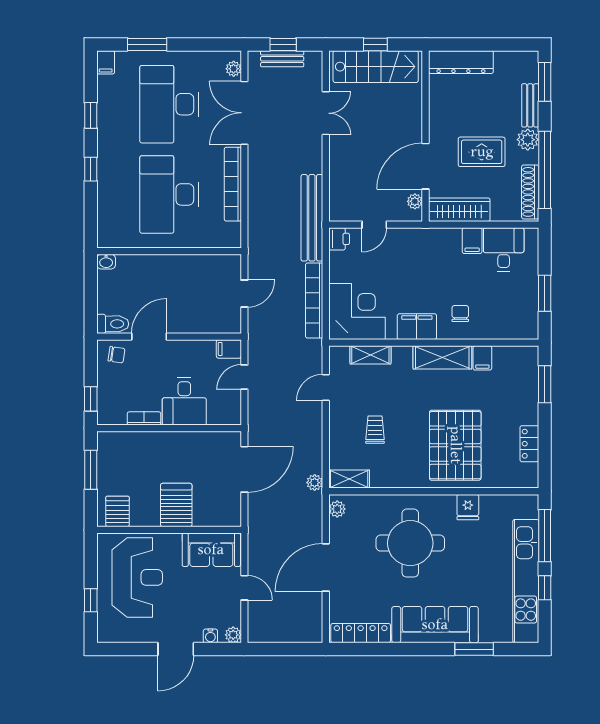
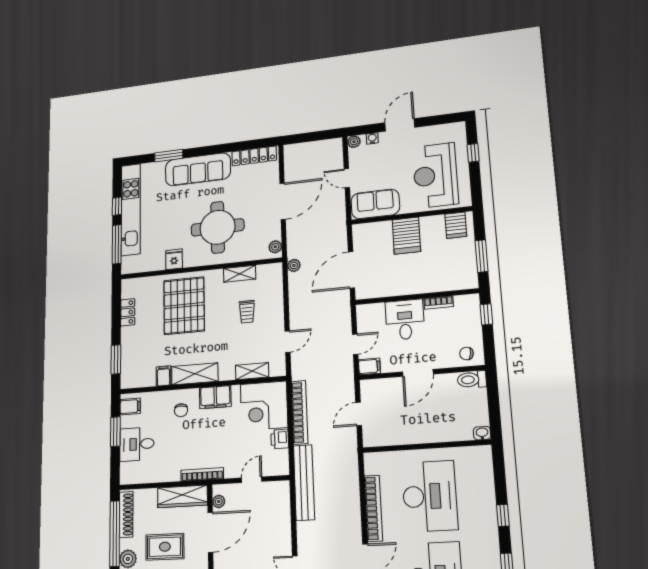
bookcase: (435, 234) -> (202, 474), added
printer: (339, 239) -> (280, 439), moved
filing cabinet: (472, 241) -> (130, 407), moved, turned 90
desk: (504, 249) -> (137, 444), moved, turned 90
door: (149, 337) -> (418, 373), moved
shelving: (349, 479) -> (239, 274), moved

